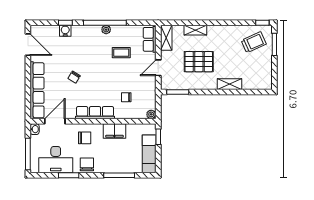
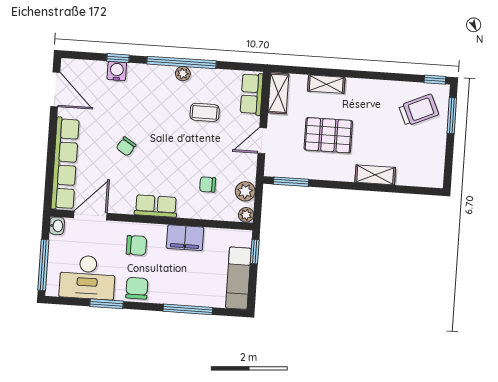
plant: (150, 100) -> (245, 191), added
row of seats: (95, 113) -> (156, 206), width x0.68

